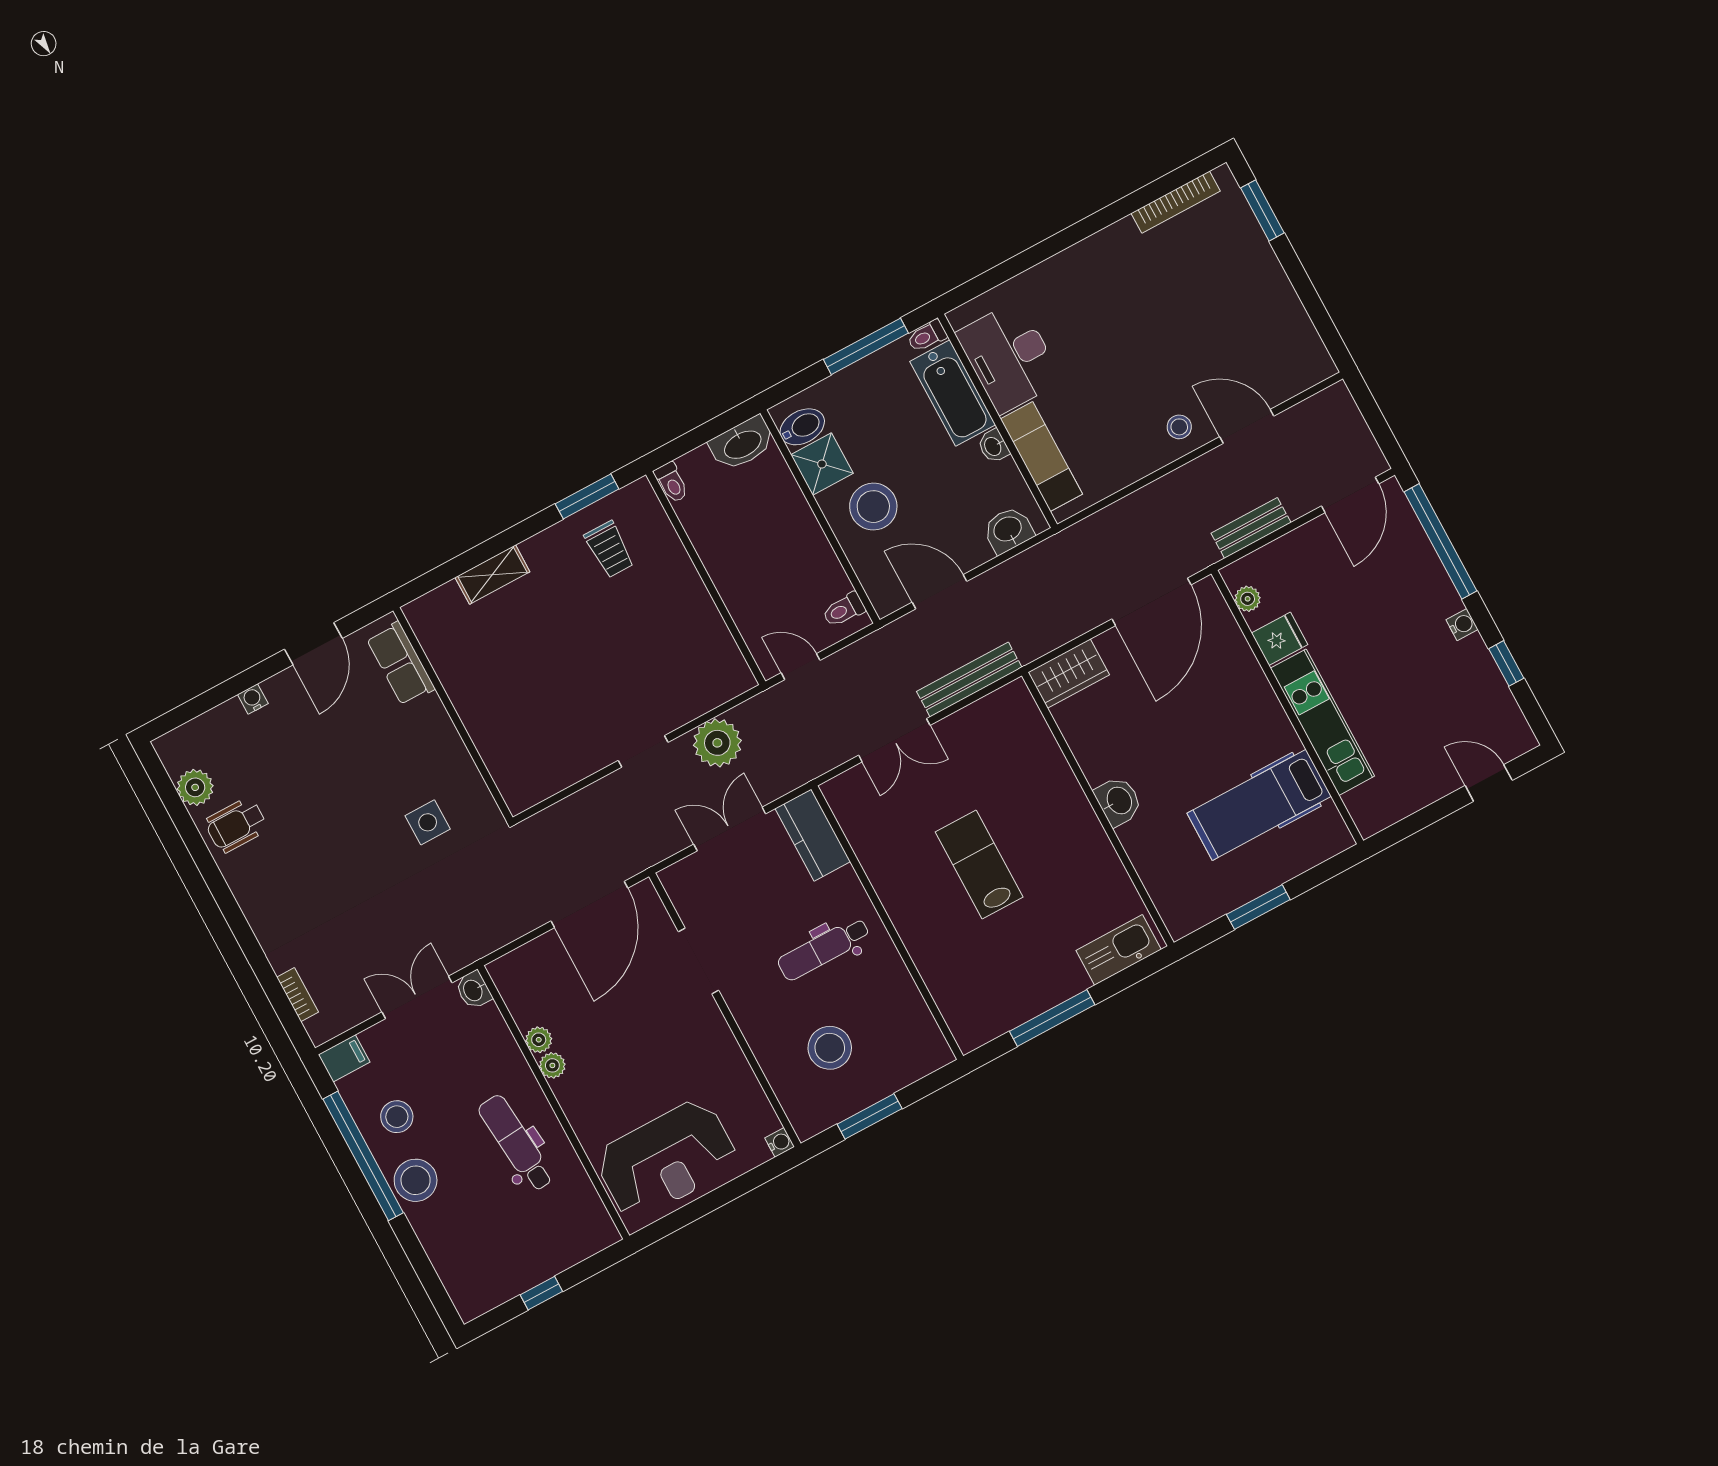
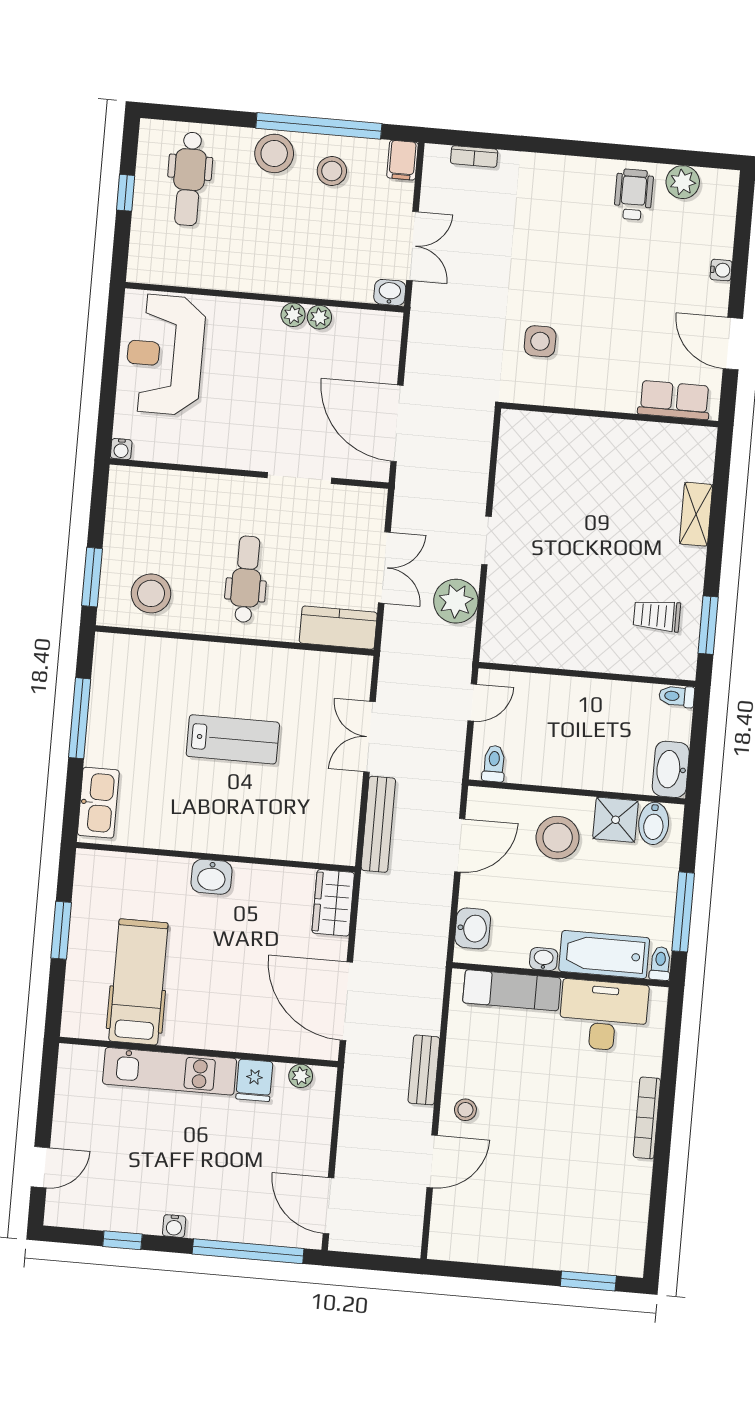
bookcase: (1176, 202) -> (647, 1118), moved
bench: (1251, 528) -> (424, 1070), moved
stool: (830, 1048) -> (151, 593), moved
window: (870, 1116) -> (92, 577), moved
dental chair: (516, 1143) -> (189, 179), moved, turned 95

